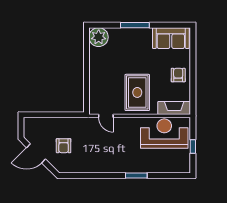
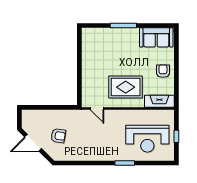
plant: (99, 37) -> (90, 36), removed
rug: (137, 92) -> (126, 87), turned 90
reception desk: (164, 134) -> (147, 139), moved, turned 180
armchair: (64, 146) -> (58, 136), turned -81

